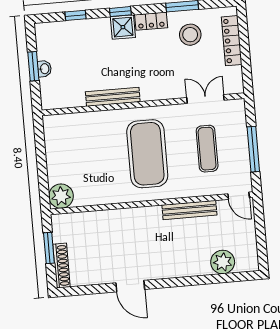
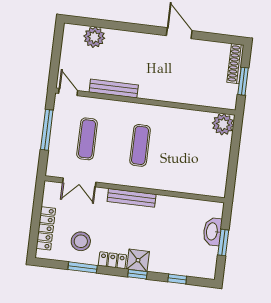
washbasin: (44, 69) -> (212, 231), width x1.91, depth x1.45
bench: (113, 97) -> (132, 198), moved
exercise mat: (147, 154) -> (140, 145), width x0.50, depth x0.69

